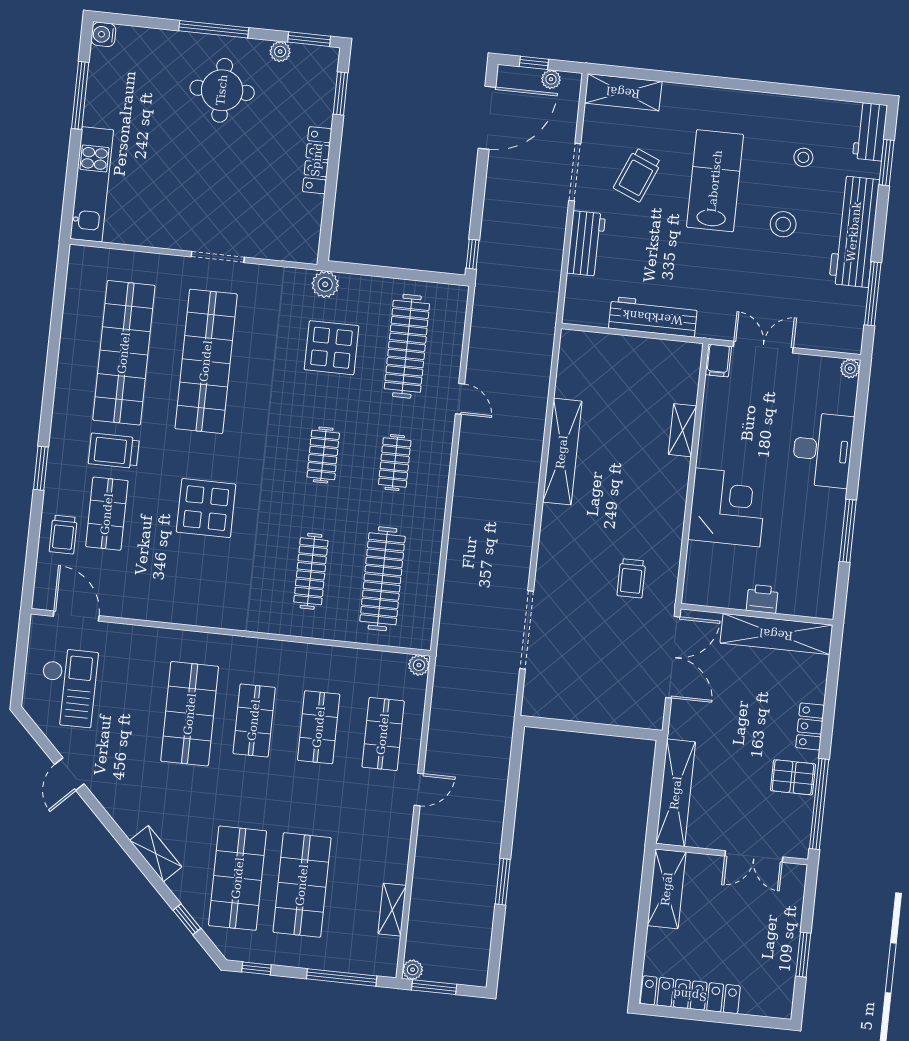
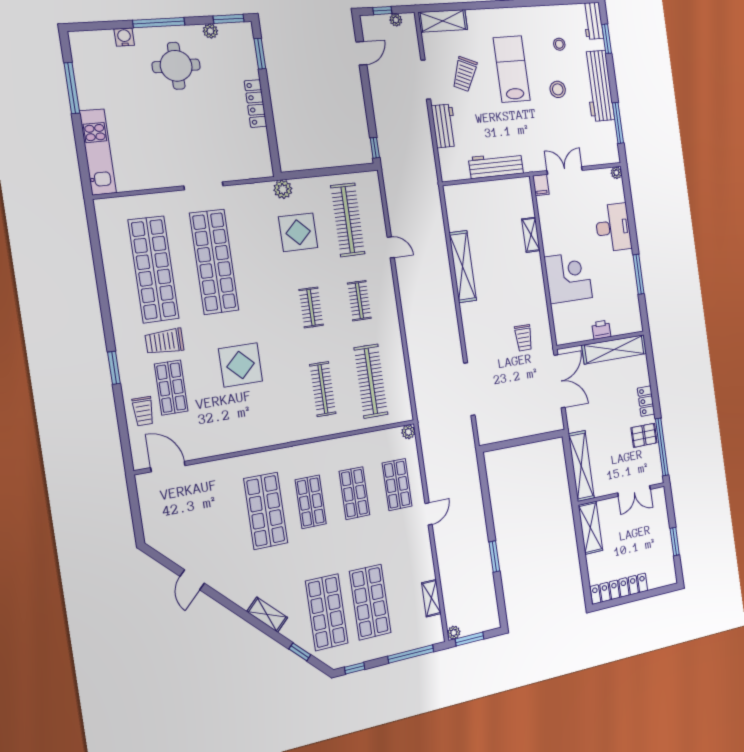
water cooler: (103, 34) -> (124, 37), moved, turned 90
door: (487, 118) -> (361, 53), width x0.53
checkout: (68, 688) -> (175, 519), removed

